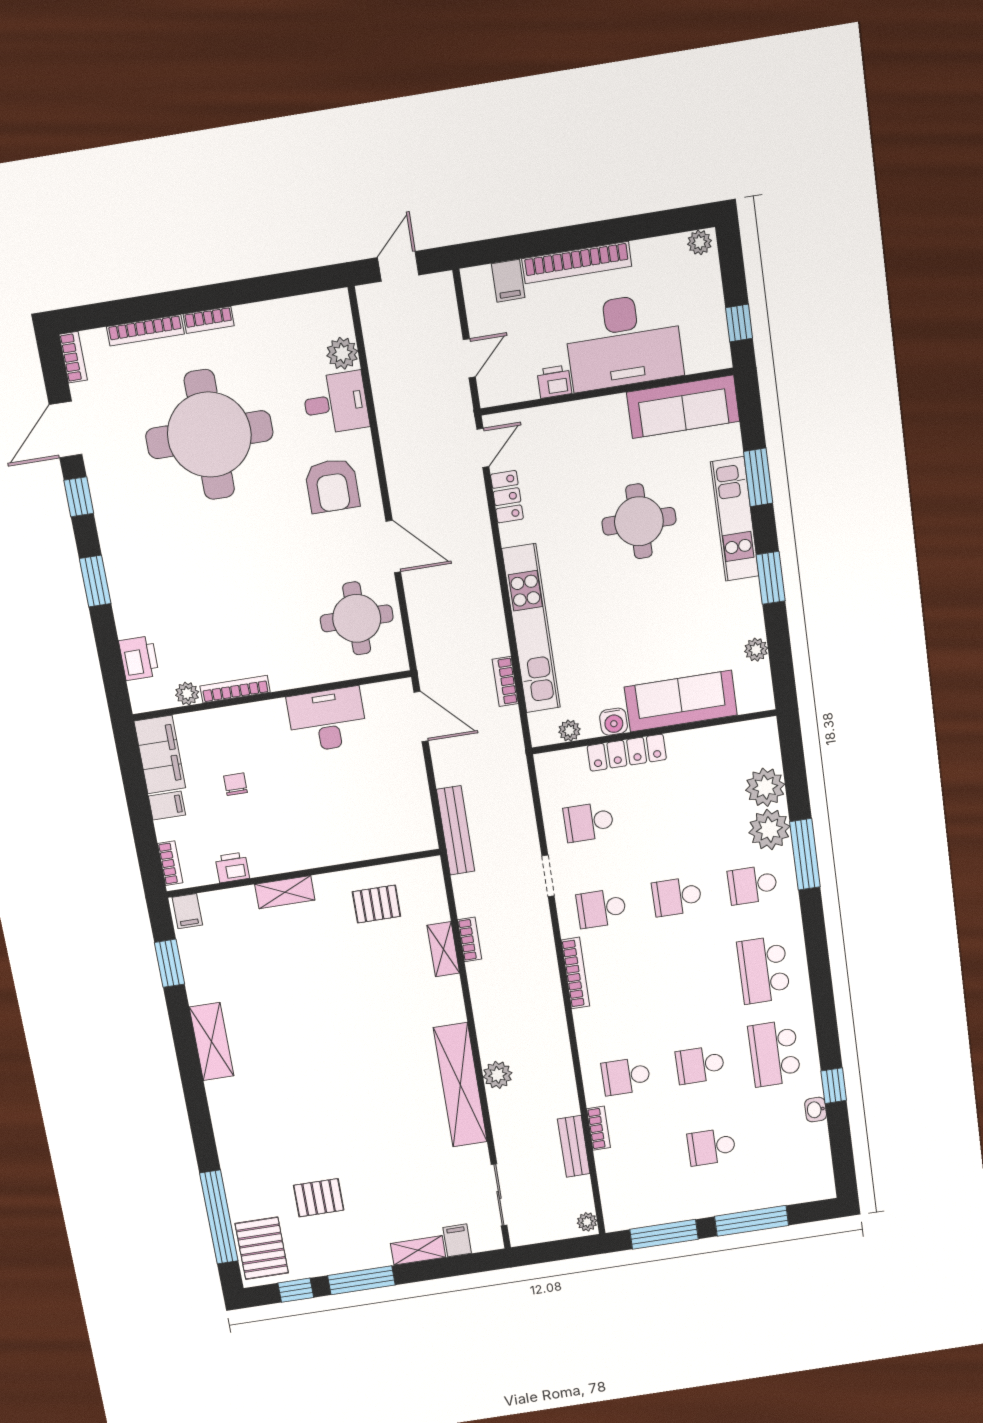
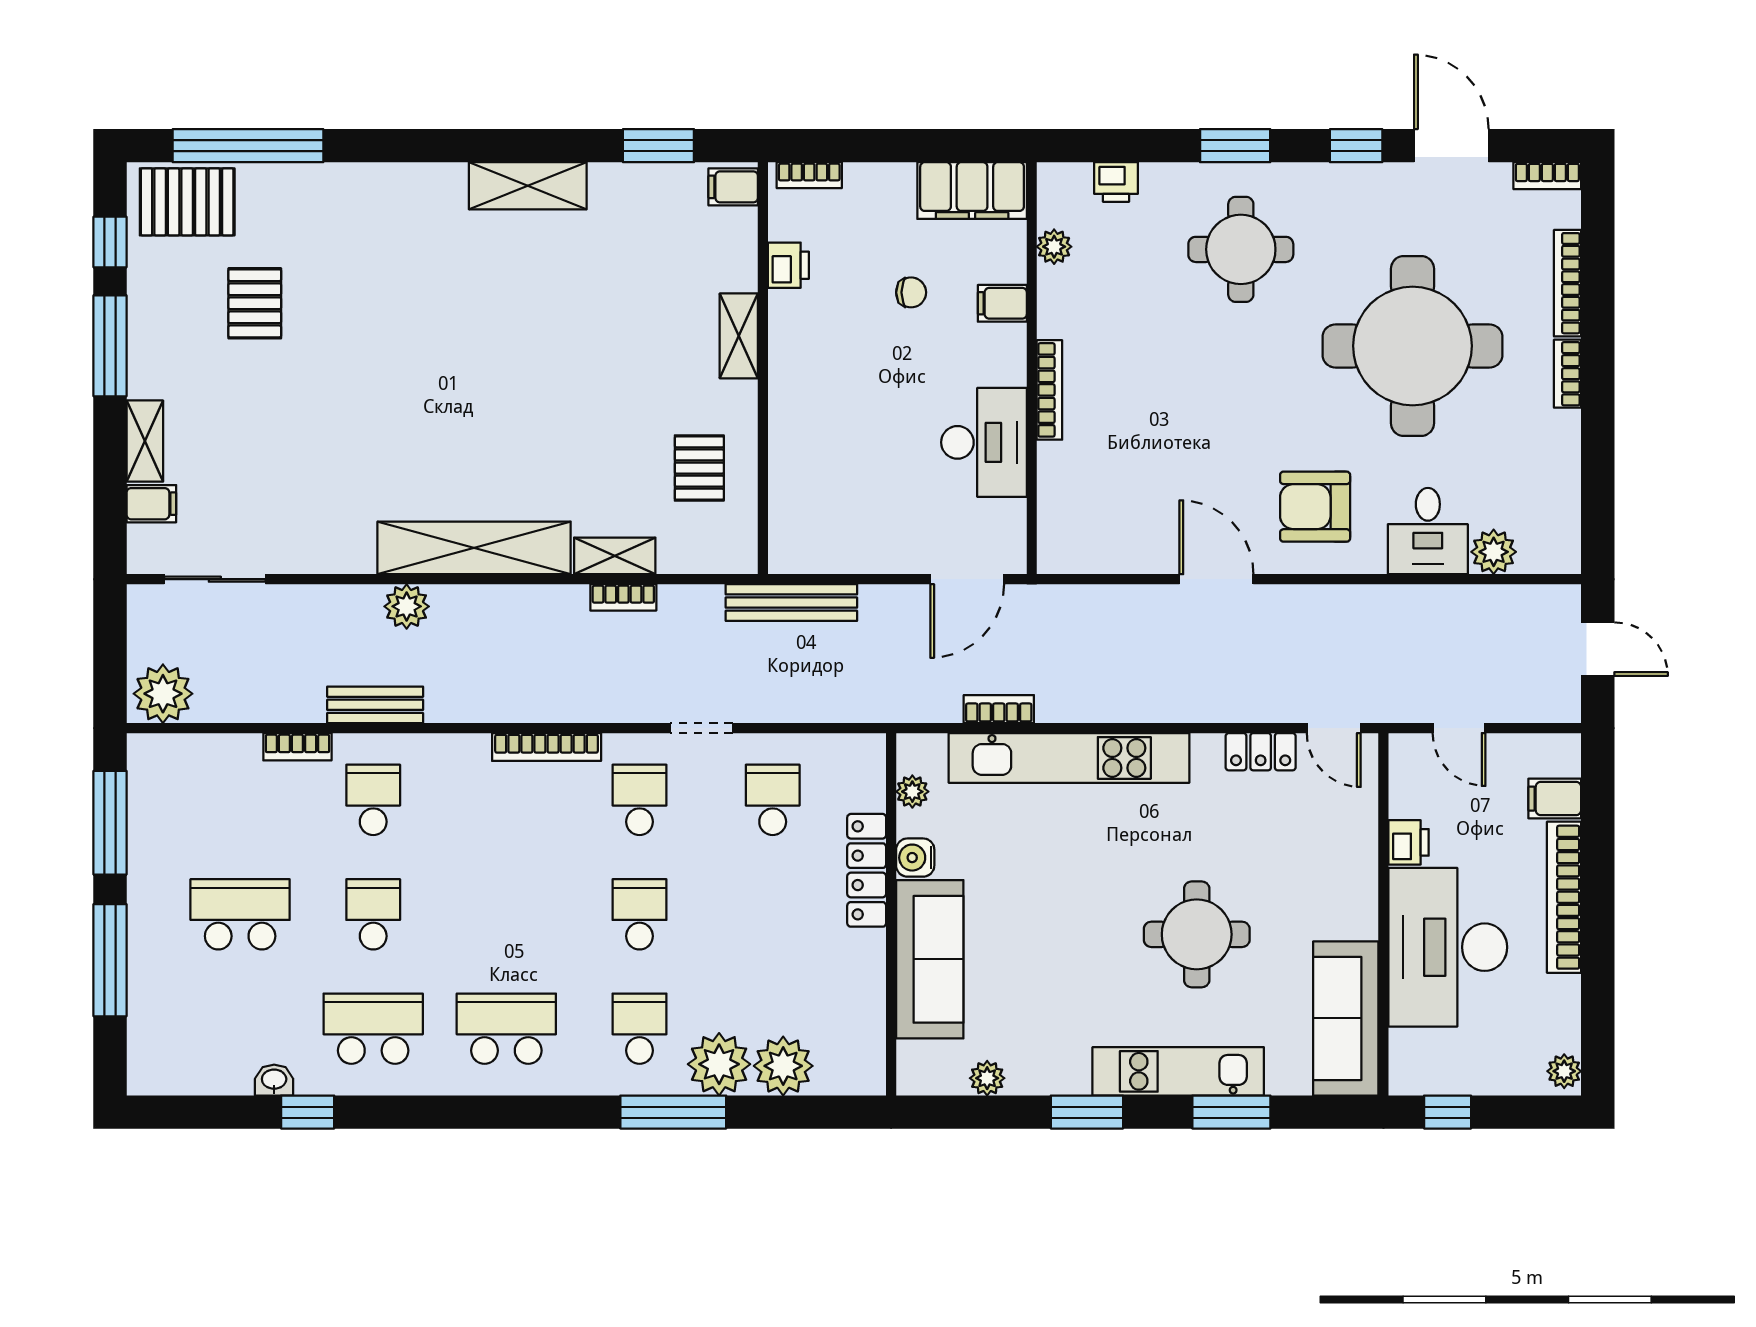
door: (393, 547) -> (1216, 579), swing flipped
round table: (357, 618) -> (1241, 249), moved
printer: (139, 658) -> (1116, 182), width x0.73, depth x0.81
bookcase: (235, 689) -> (1049, 390), moved
filing cabinet: (167, 806) -> (1002, 303), moved, turned 90
shelving: (460, 1085) -> (474, 548), moved
bench: (574, 1146) -> (375, 705), moved
school desk: (711, 1147) -> (240, 914), width x1.85
plant: (587, 1222) -> (163, 694), width x1.88, depth x1.88

